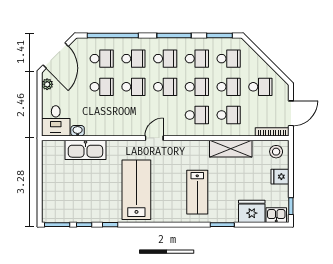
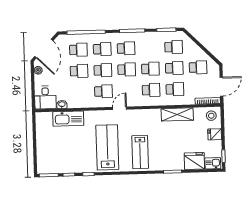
school desk: (197, 59) -> (103, 91), moved
lab bench: (197, 192) -> (140, 152), moved

